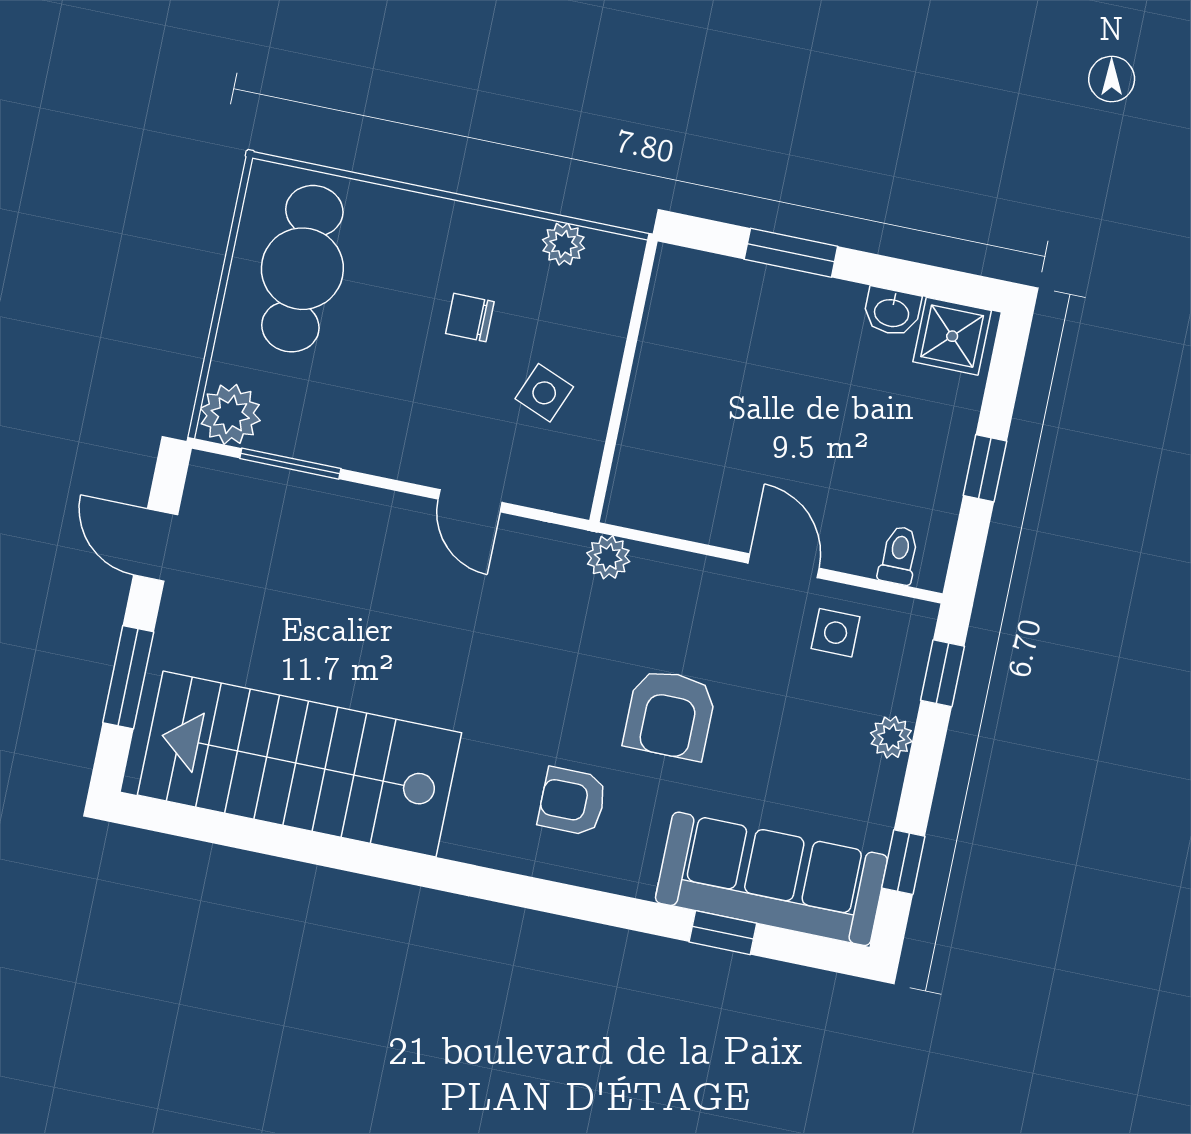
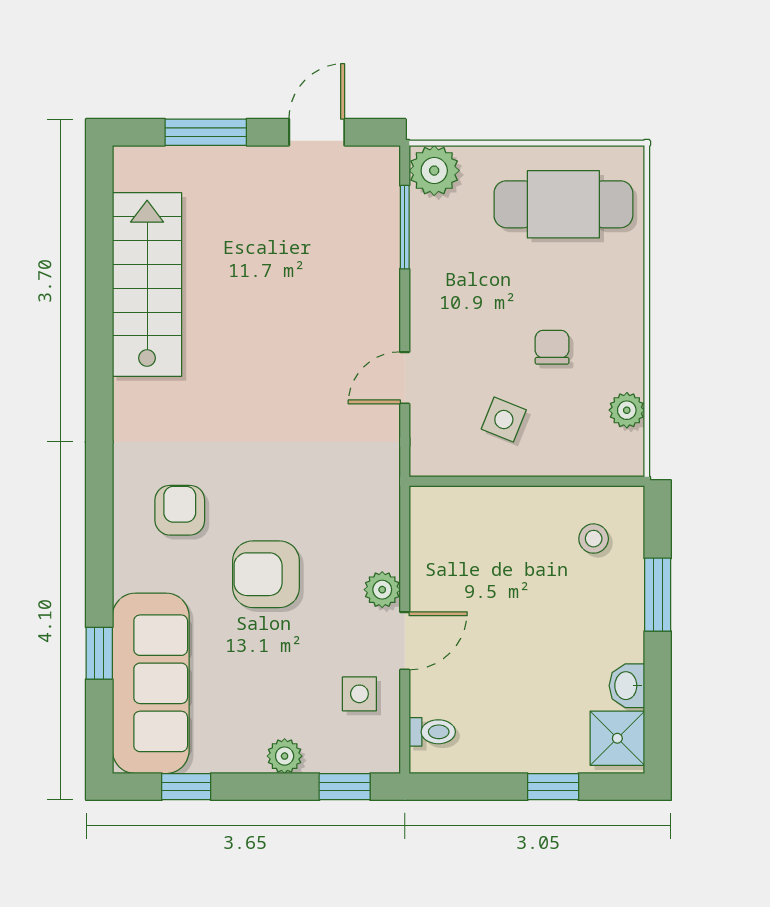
stool: (708, 315) -> (594, 539), added
window: (985, 468) -> (553, 787), moved
plant: (608, 557) -> (382, 590), moved
stairs: (300, 764) -> (147, 285), width x0.73, depth x0.66

